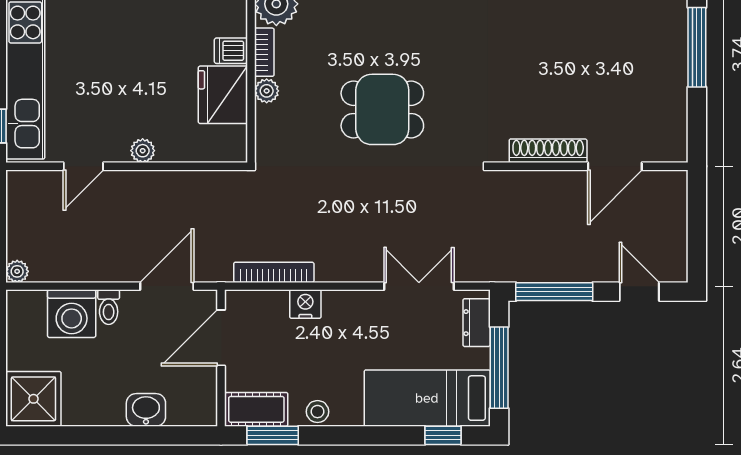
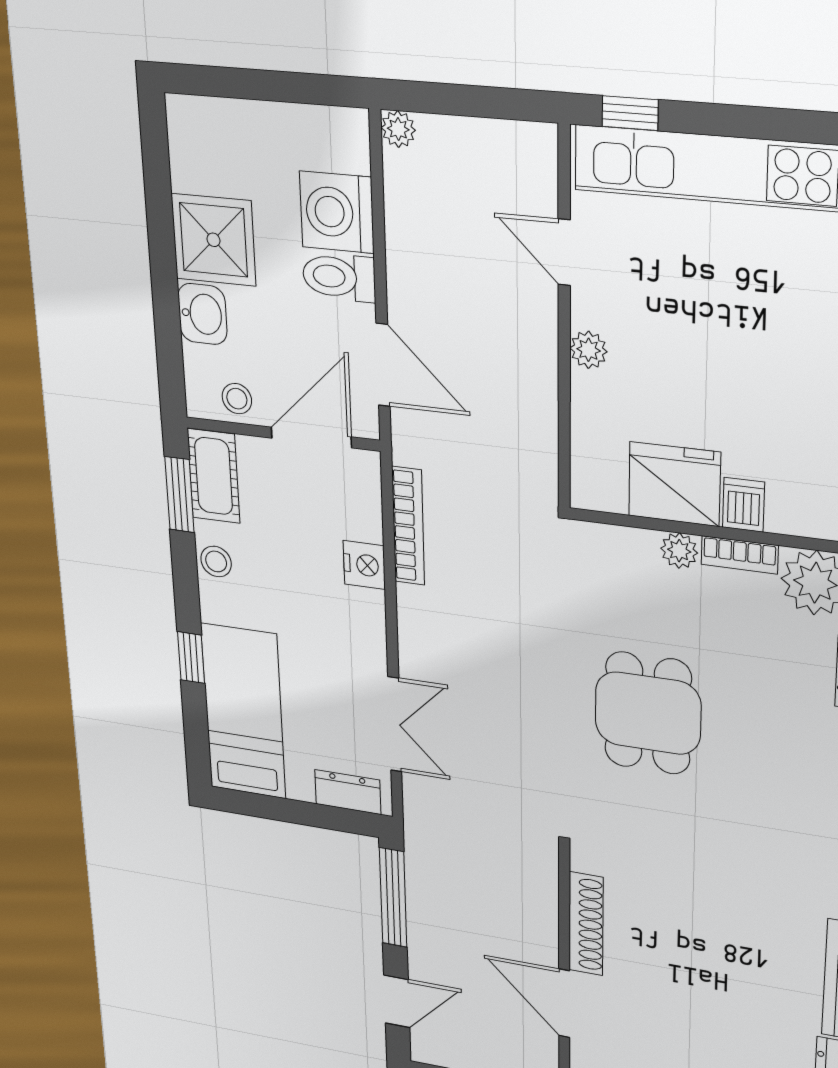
toilet: (109, 307) -> (339, 277), width x1.37, depth x1.39
door: (221, 338) -> (311, 437), hinge flipped
window: (499, 368) -> (289, 811), removed
stool: (201, 389) -> (237, 399), added
shower: (33, 399) -> (213, 240), moved
window: (443, 435) -> (191, 658), moved

